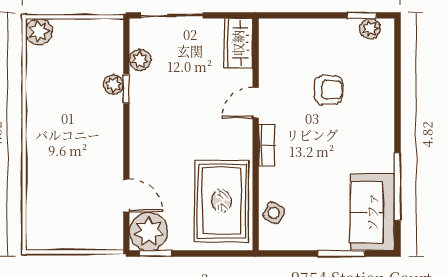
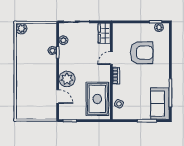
armchair: (328, 90) -> (142, 53), width x1.88, depth x1.88
plant: (149, 231) -> (67, 79), moved

